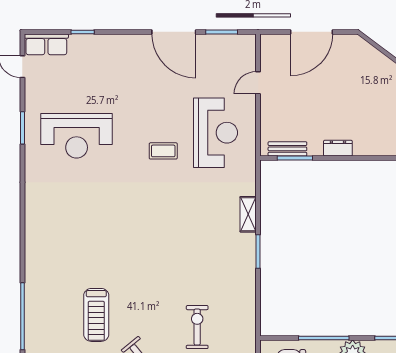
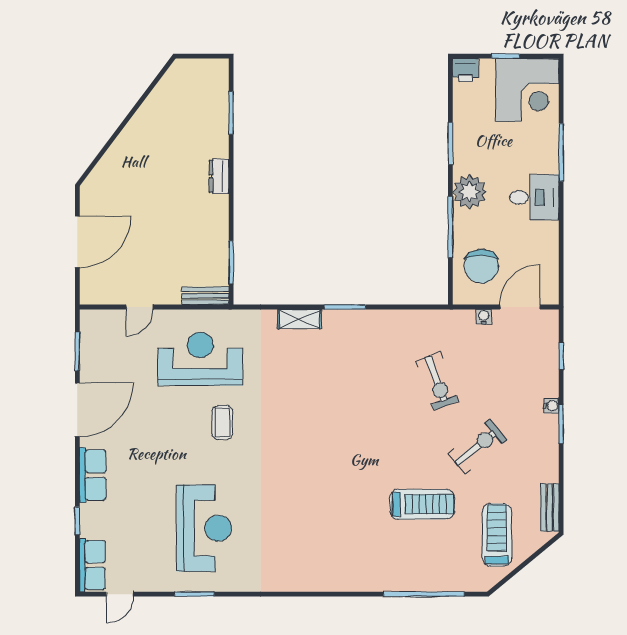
door: (312, 32) -> (77, 242), hinge flipped
row of seats: (120, 45) -> (93, 475), added
door: (258, 83) -> (139, 307), hinge flipped
dresser: (338, 148) -> (219, 176), moved
bench: (287, 149) -> (205, 296), moved, turned 90
exercise bike: (197, 327) -> (437, 381), turned -110

